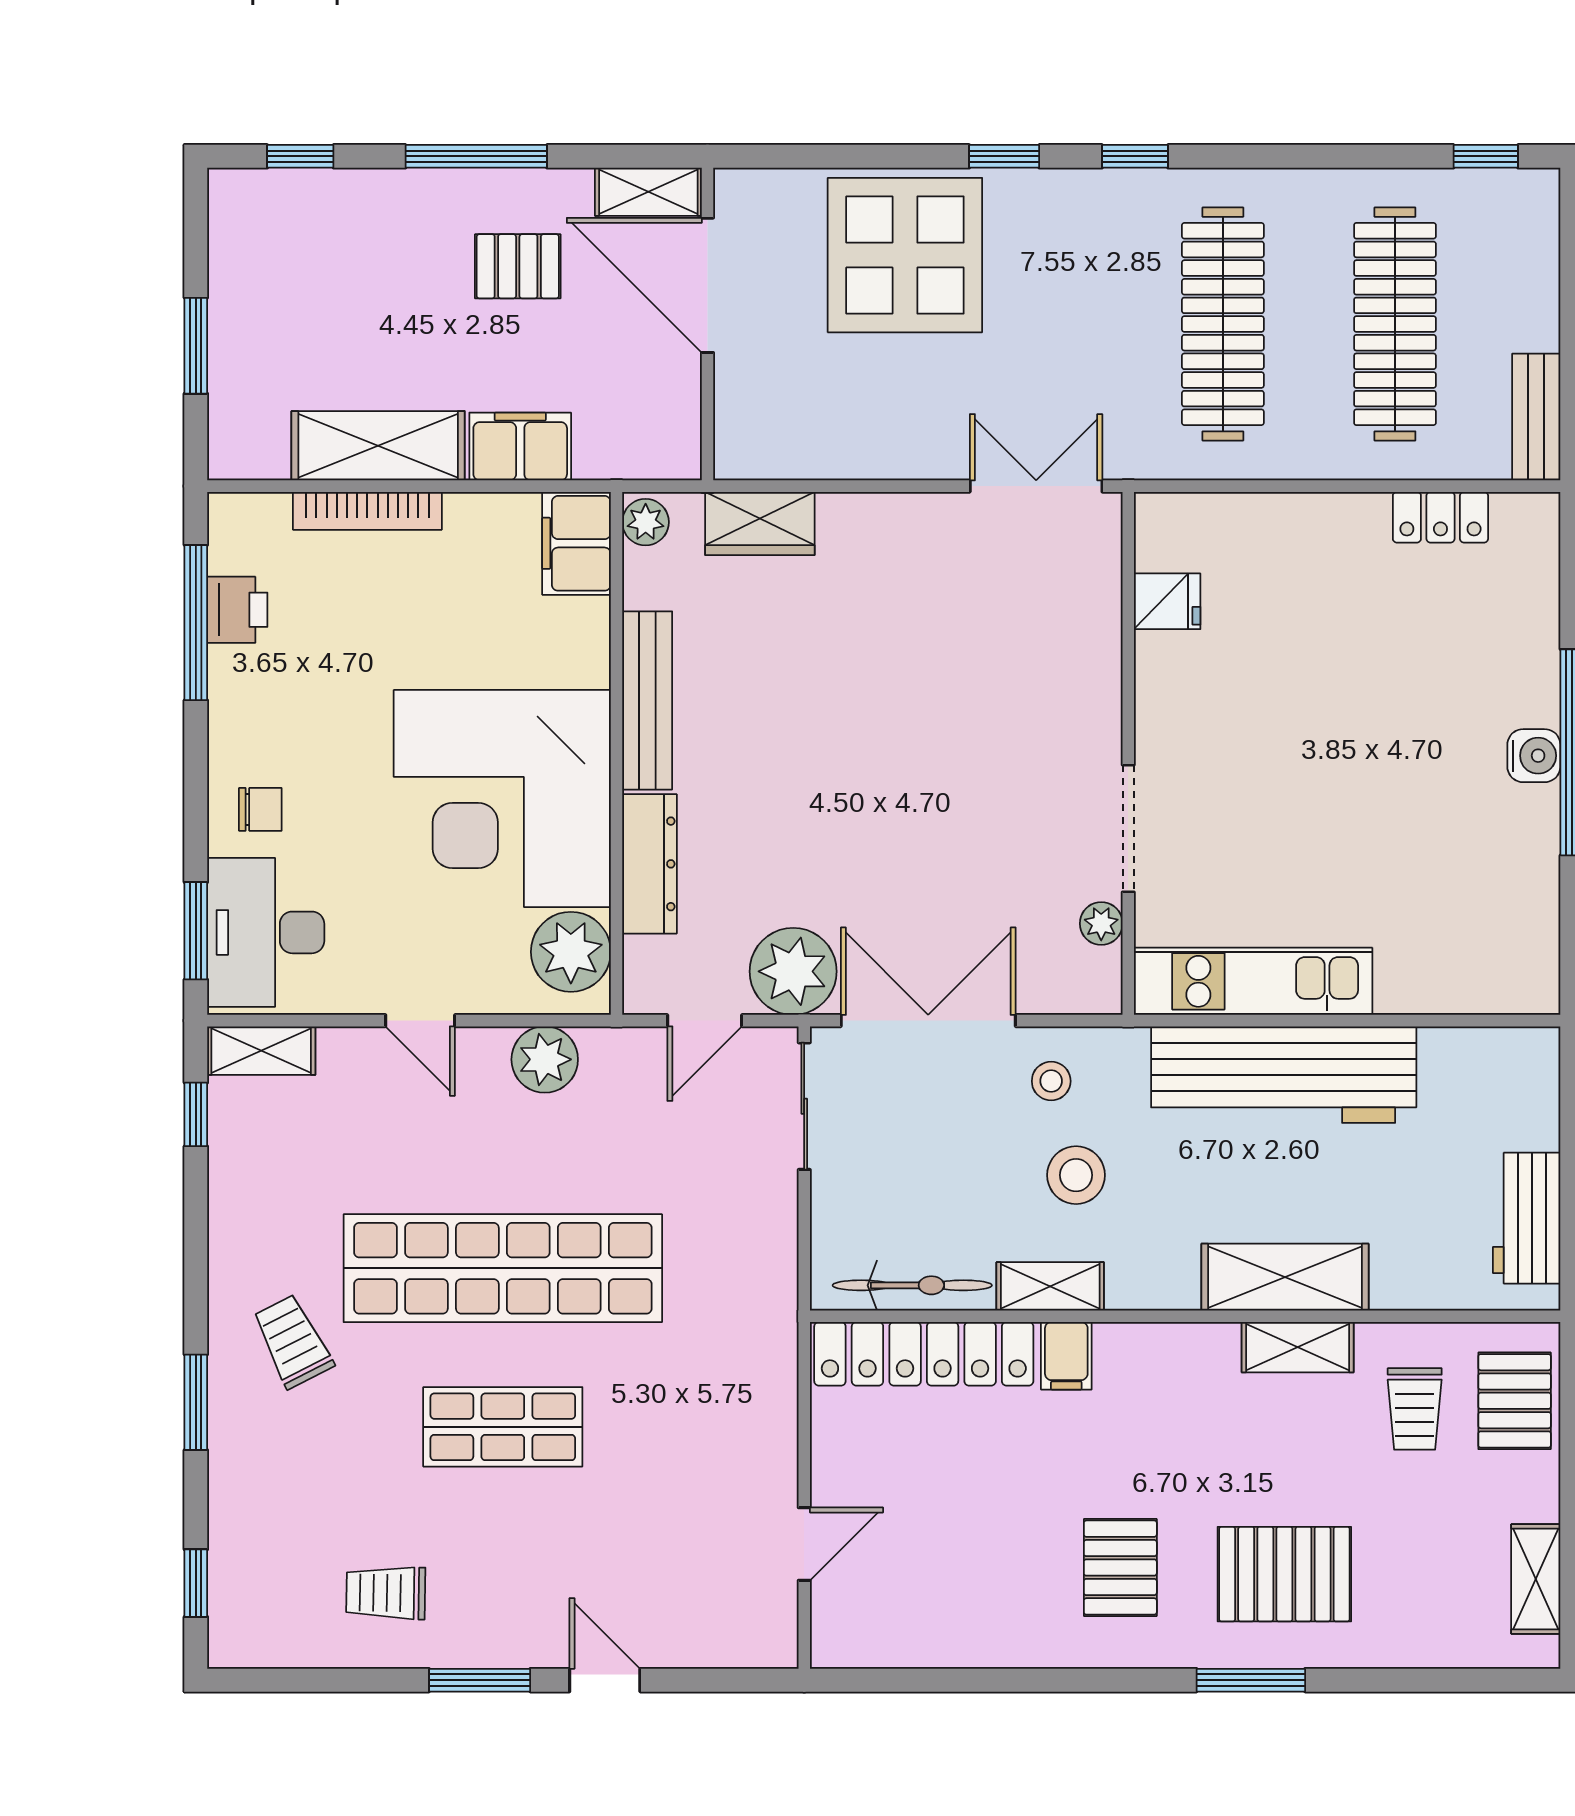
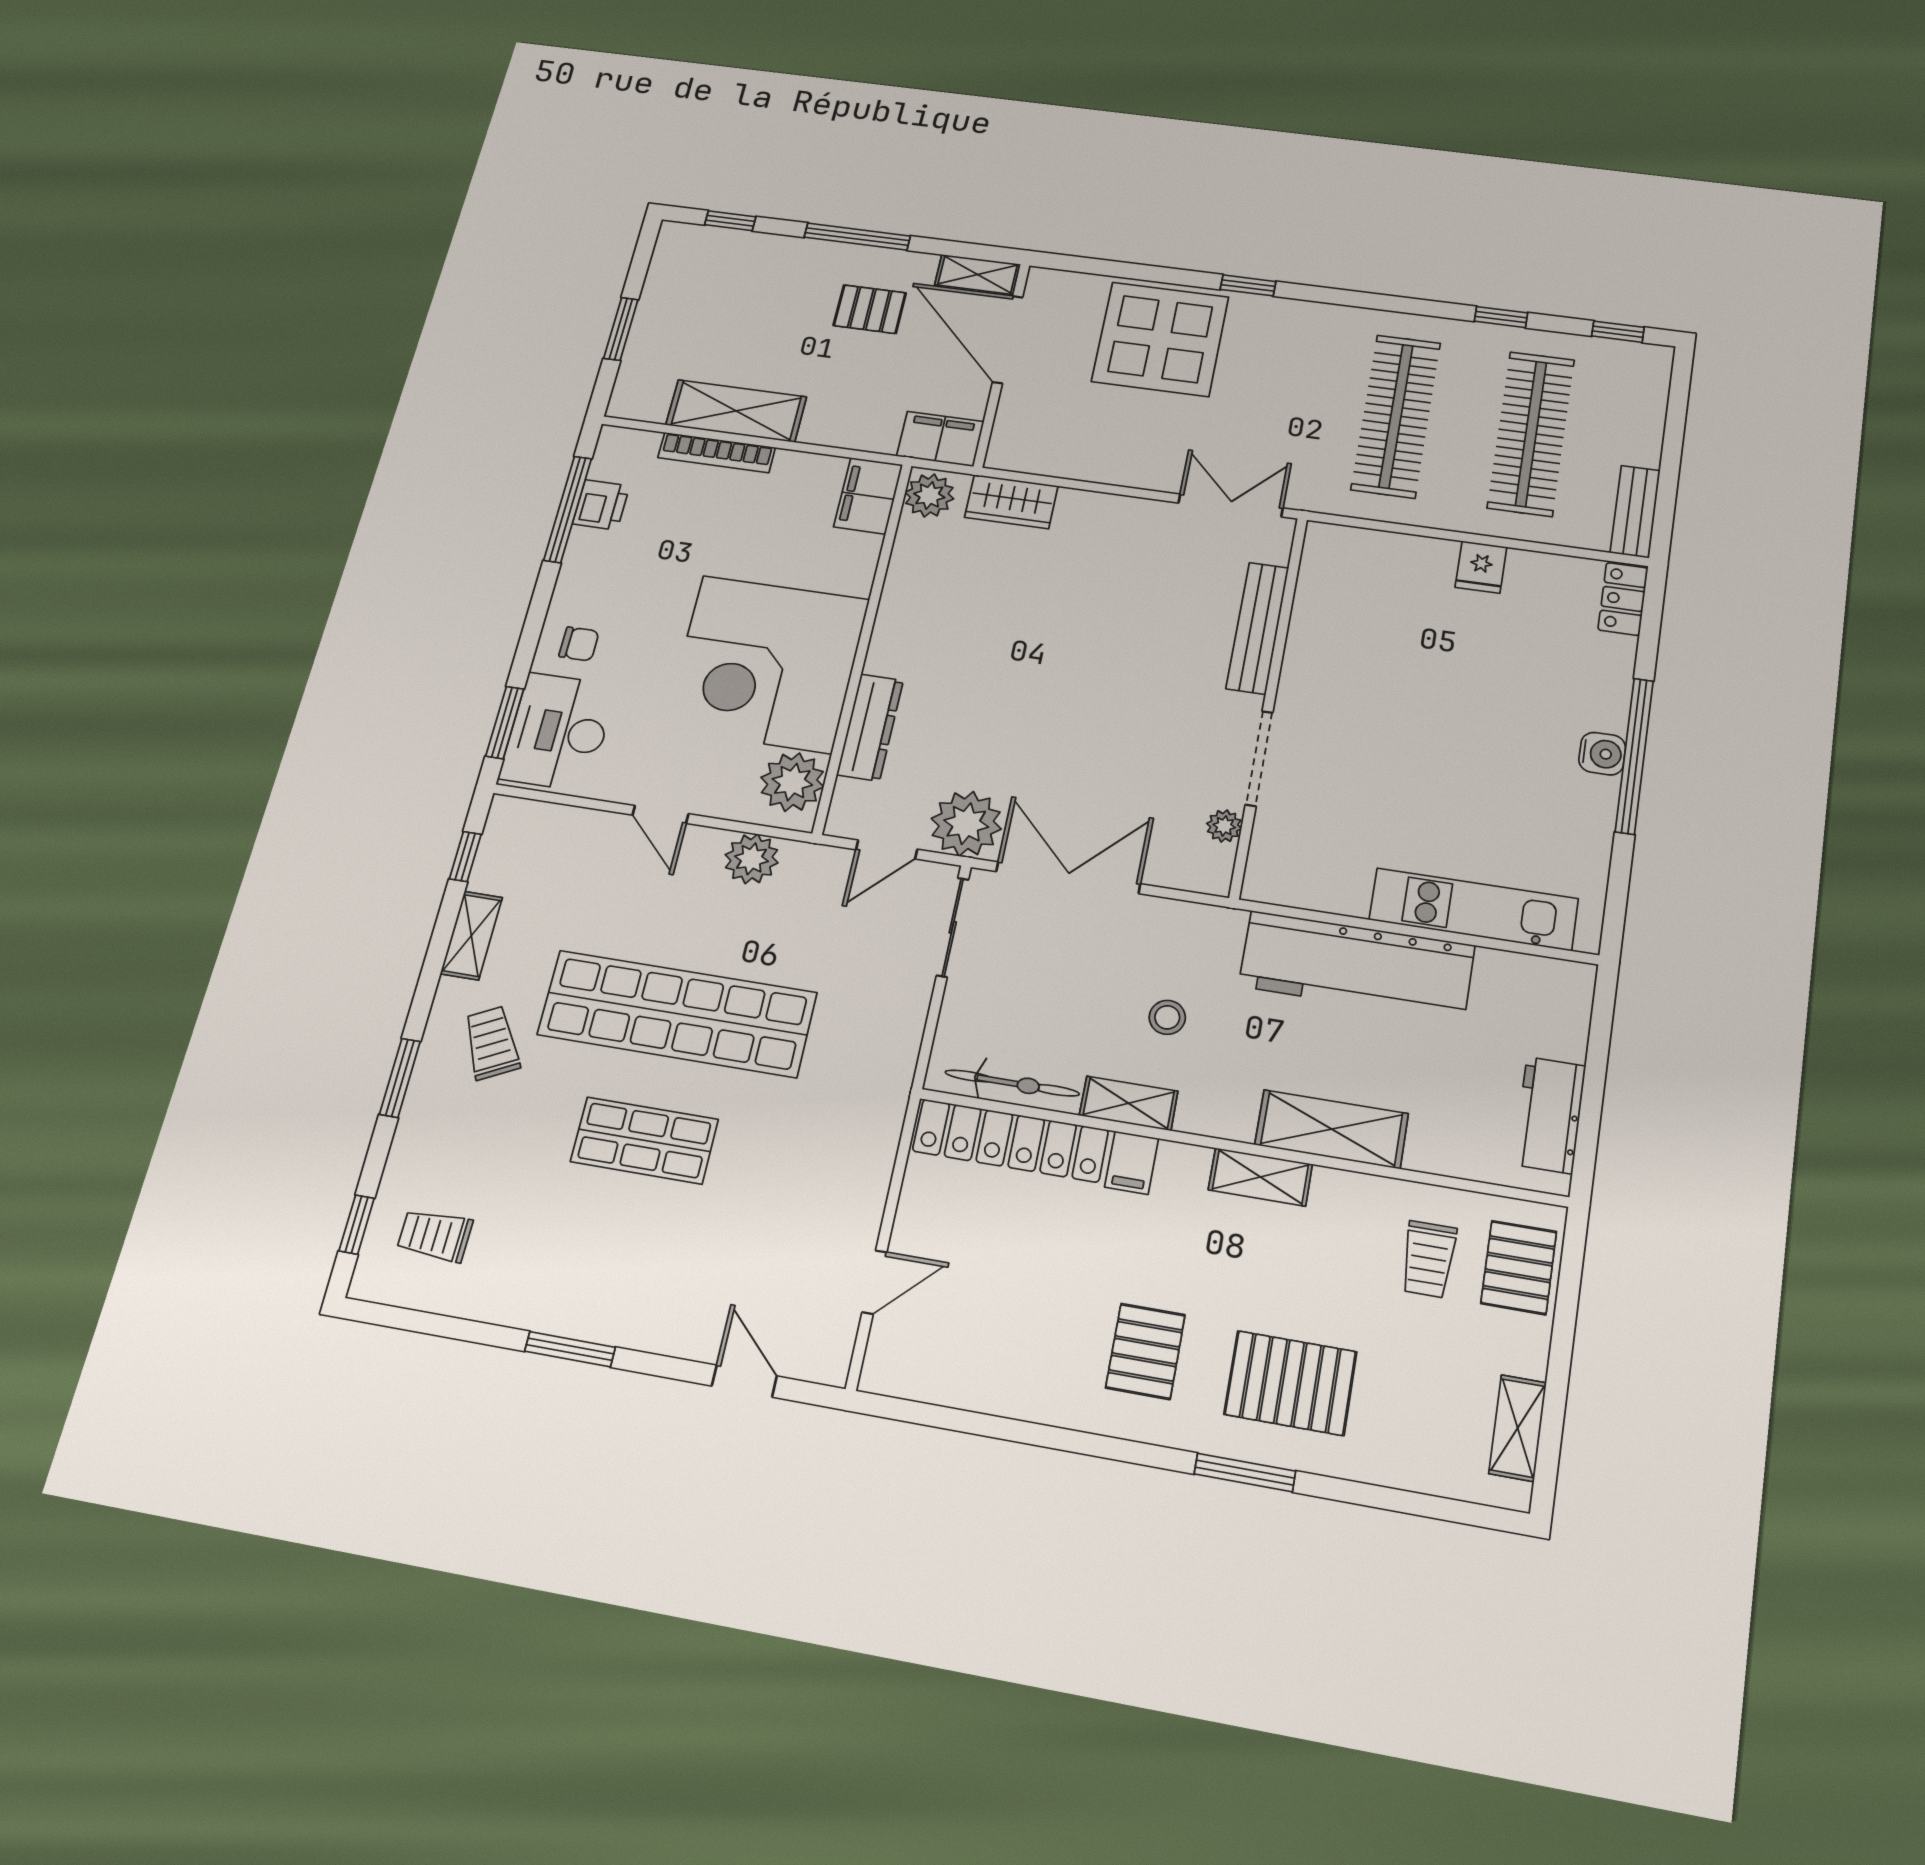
window: (1135, 156) -> (1501, 317), moved
filing cabinet: (520, 446) -> (940, 439), moved
locker: (1440, 517) -> (1623, 599), moved, turned 90
plant: (646, 522) -> (929, 495), width x1.38, depth x1.38
fridge: (1167, 601) -> (1481, 567), moved, turned 90
bench: (647, 700) -> (1258, 628), moved
kitchen unit: (1253, 981) -> (1474, 909), moved
shelving: (261, 1051) -> (471, 936), moved, turned 90
stool: (1051, 1081) -> (1160, 940), removed
stool: (1076, 1175) -> (1167, 1017), width x0.73, depth x0.73
shelving: (1298, 1347) -> (1260, 1177), moved
trolley: (386, 1593) -> (435, 1235), moved
door: (605, 1680) -> (744, 1381), moved

